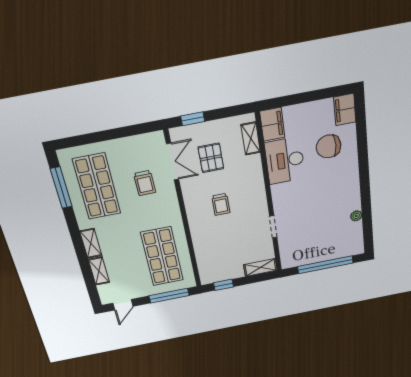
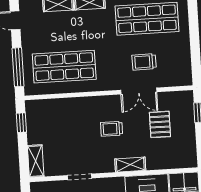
shelving: (251, 138) -> (130, 165), moved
pallet: (211, 158) -> (160, 124), turned 90
double door: (172, 162) -> (139, 91), moved

